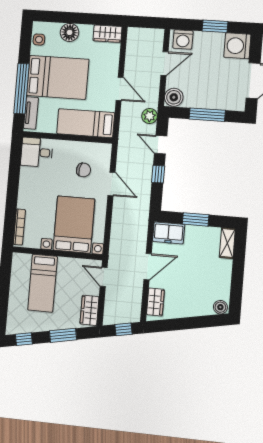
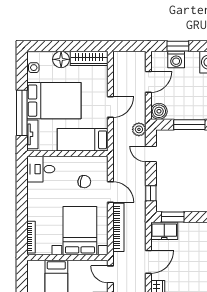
window: (215, 26) -> (178, 46), moved
wardrobe: (107, 34) -> (89, 58), width x1.50
washing machine: (183, 39) -> (176, 60), moved
door: (120, 89) -> (110, 107), hinge flipped
window: (158, 174) -> (151, 193), moved
window: (196, 219) -> (173, 217), moved
bookcase: (117, 224) -> (118, 227), added

